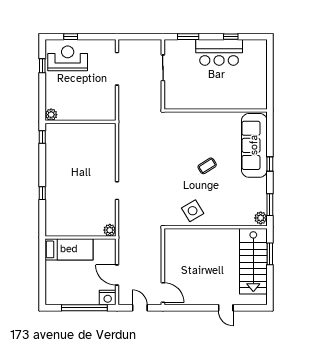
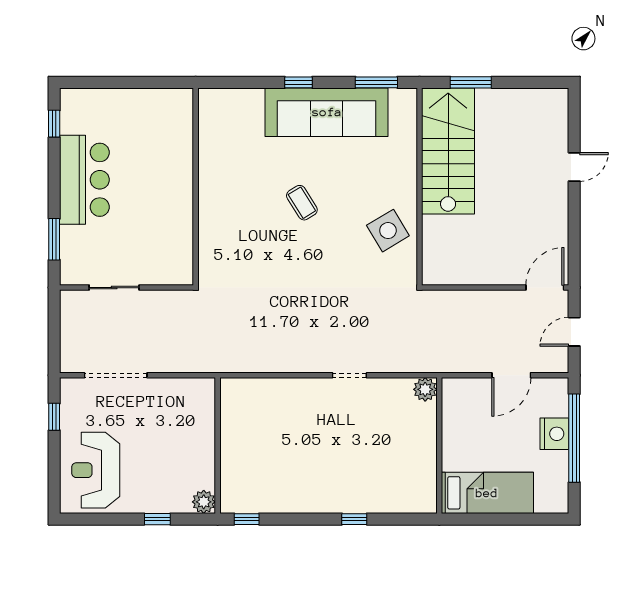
window: (71, 37) -> (54, 417), moved
window: (231, 37) -> (54, 124), moved
window: (42, 66) -> (157, 519), moved
sofa: (254, 145) -> (327, 112), moved
plant: (261, 218) -> (402, 100), removed
bed: (69, 249) -> (487, 493), moved, turned 90
stairs: (253, 261) -> (448, 151), moved, turned -90
nightstand: (108, 298) -> (554, 434), moved

